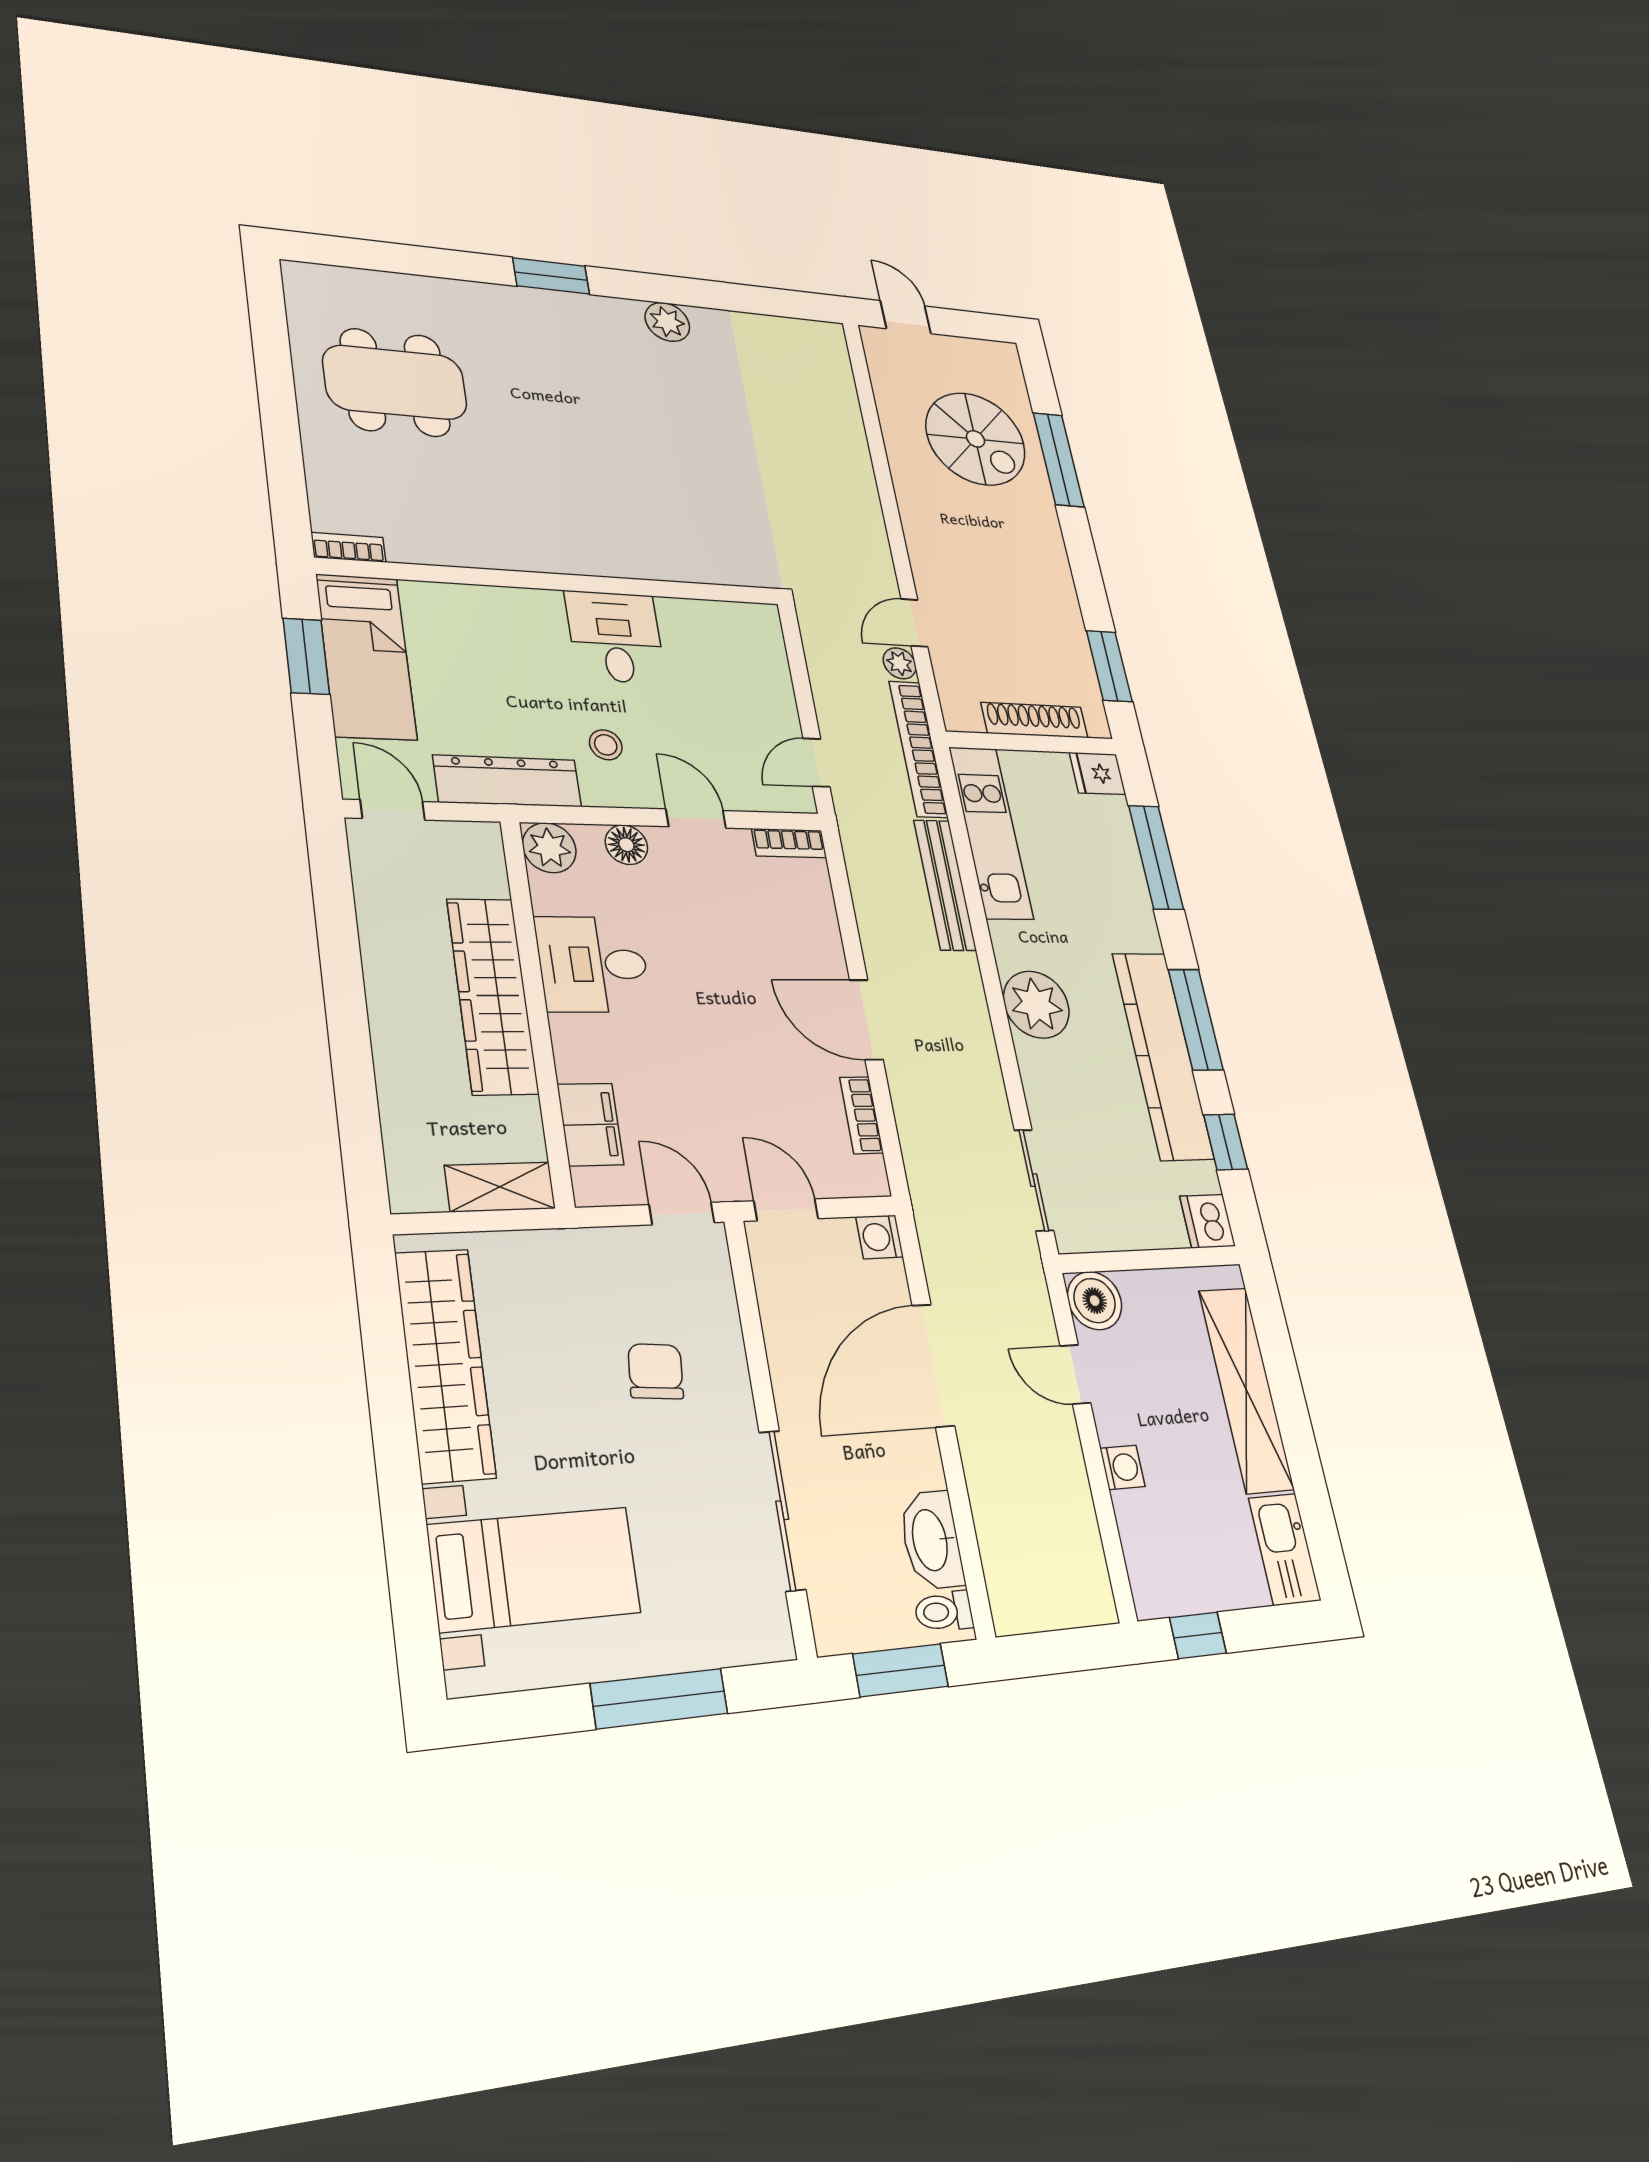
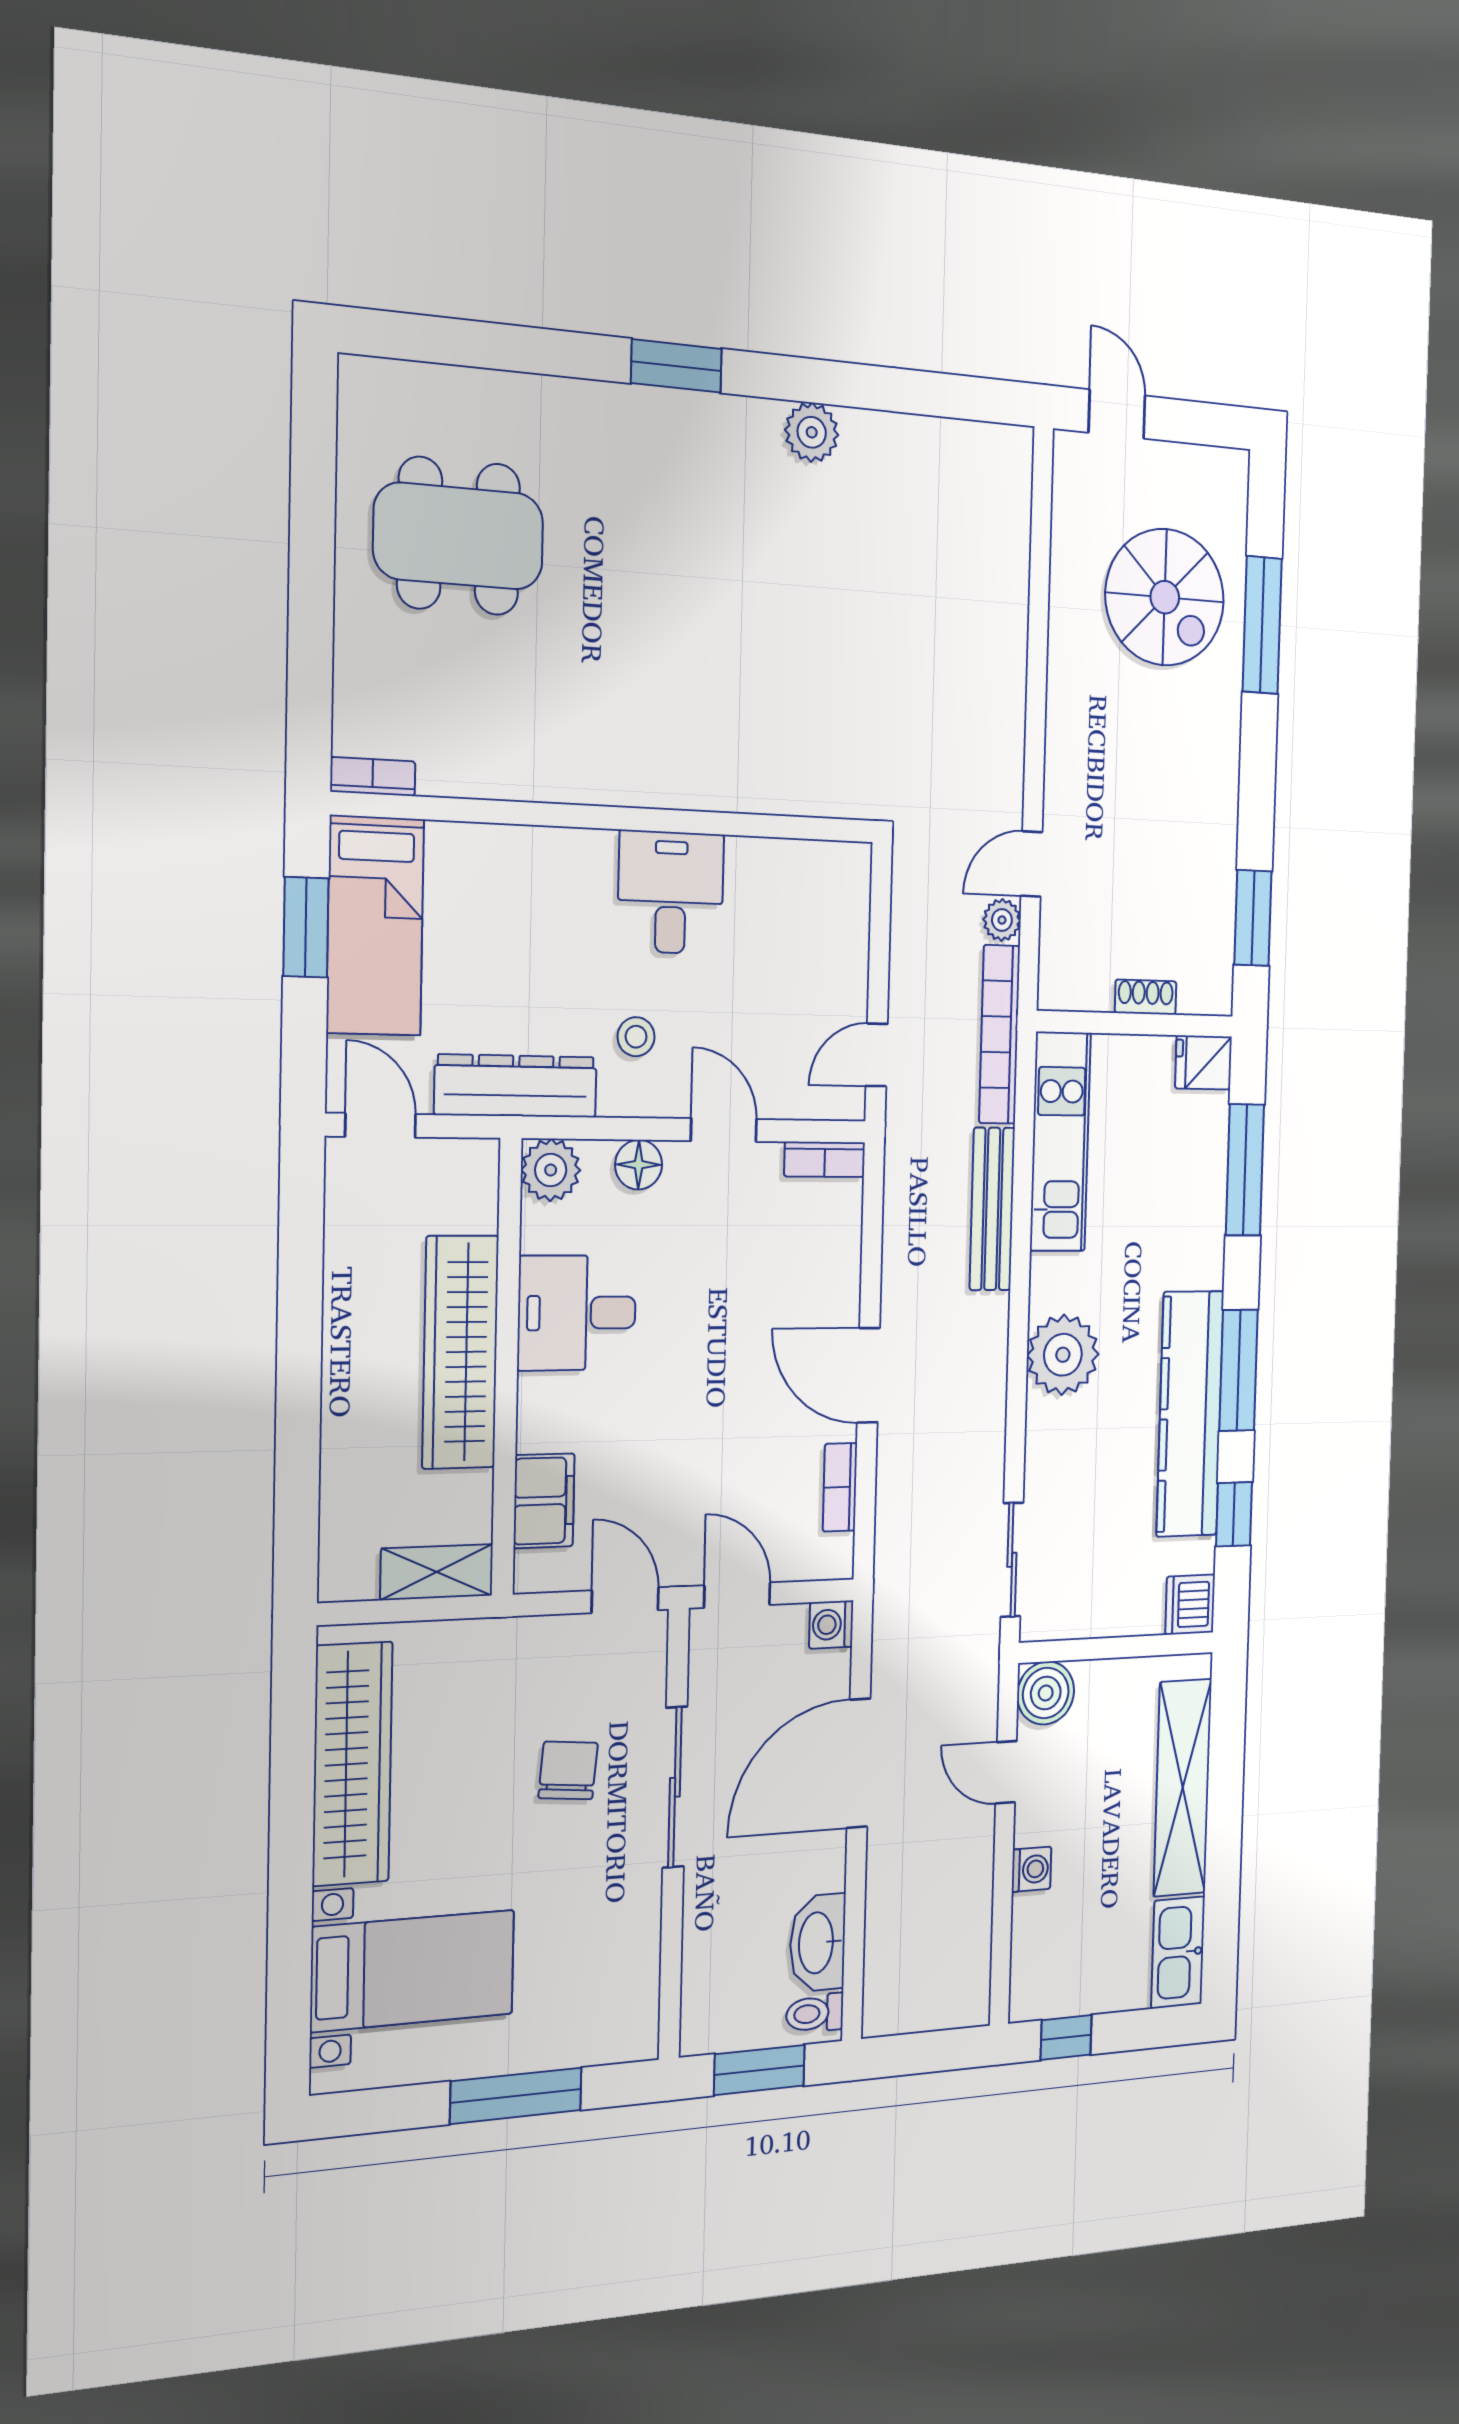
shoe rack: (1035, 720) -> (1146, 997), width x0.51, depth x0.81
sliding door: (782, 1510) -> (675, 1787), moved

